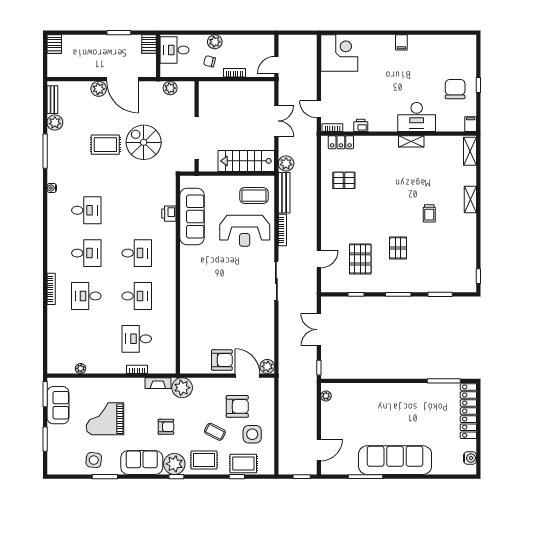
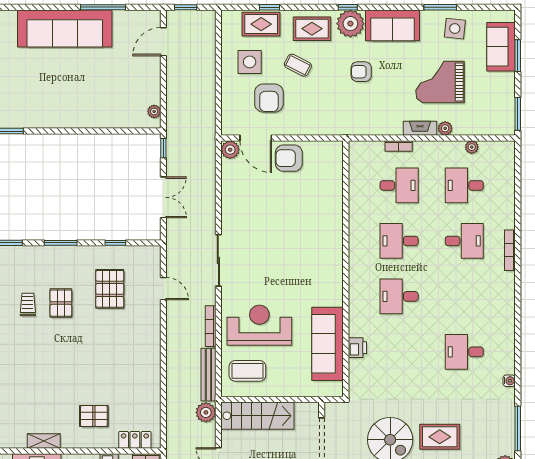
pallet: (344, 180) -> (94, 416), moved
trolley: (429, 213) -> (28, 304), moved
desk: (86, 253) -> (464, 185), moved
door: (319, 259) -> (163, 289), swing flipped
fireplace: (158, 383) -> (420, 128), moved
plant: (182, 388) -> (445, 128), moved, width x0.53, depth x0.53
sofa: (58, 405) -> (501, 47), moved
armchair: (237, 406) -> (269, 98), turned -90
grand piano: (105, 419) -> (440, 82), turned 180

